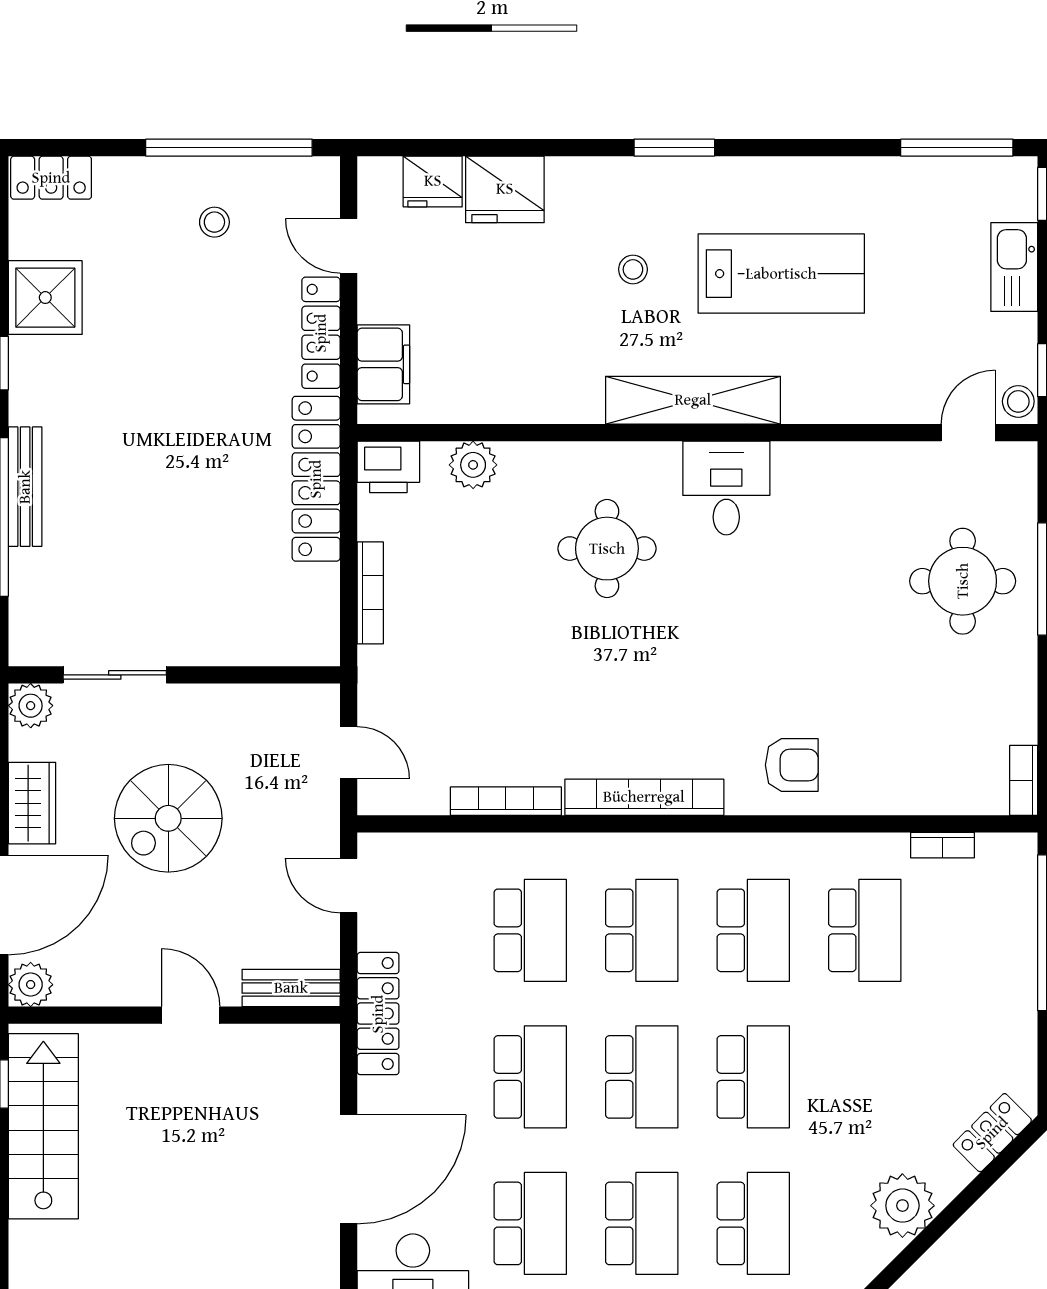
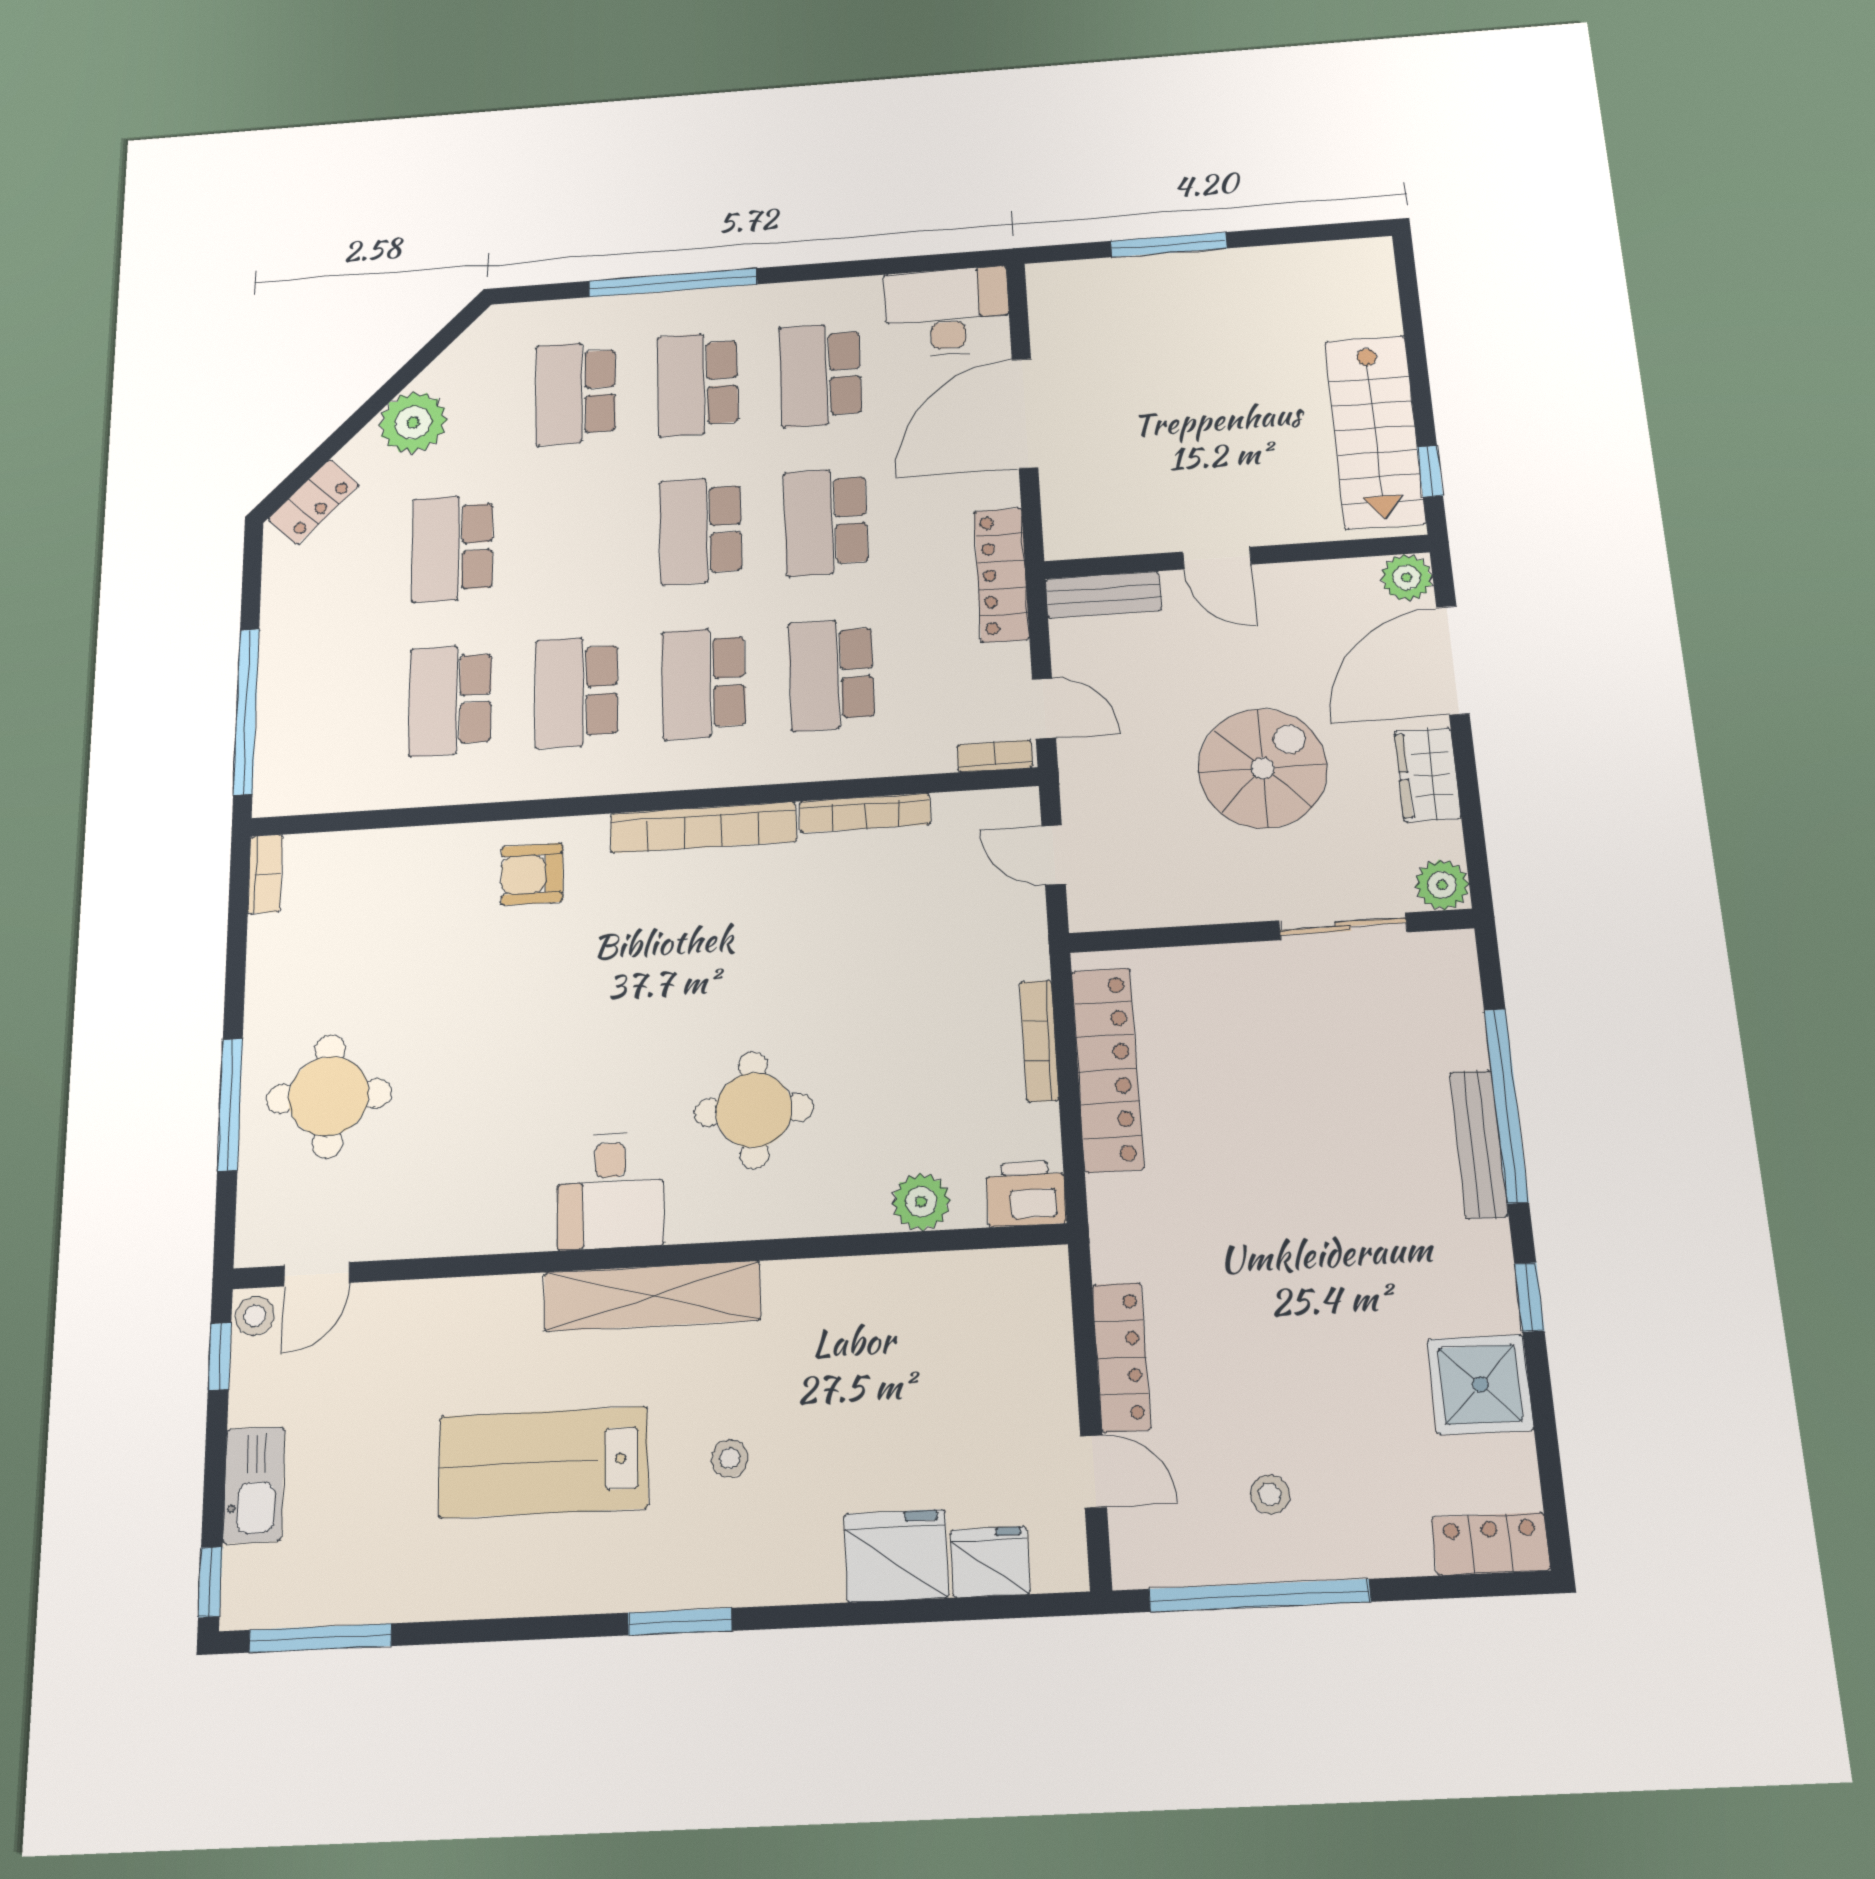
filing cabinet: (383, 364) -> (1040, 1321), removed
locker: (316, 479) -> (1107, 1069), moved
bookcase: (942, 845) -> (995, 756), moved
school desk: (753, 1077) -> (452, 548), moved

